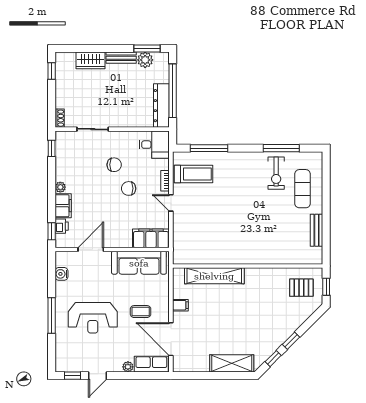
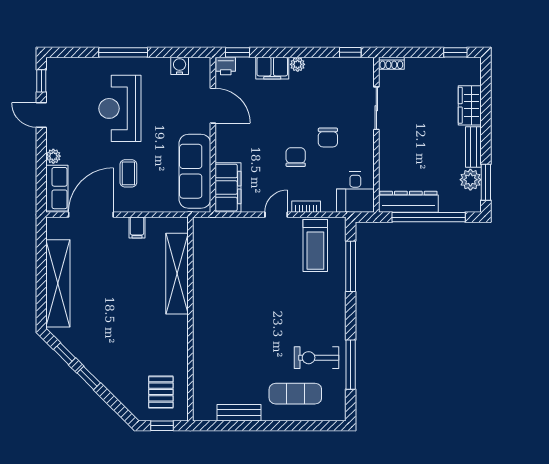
printer: (62, 226) -> (226, 66), moved
shelving: (232, 363) -> (58, 283), width x1.47

